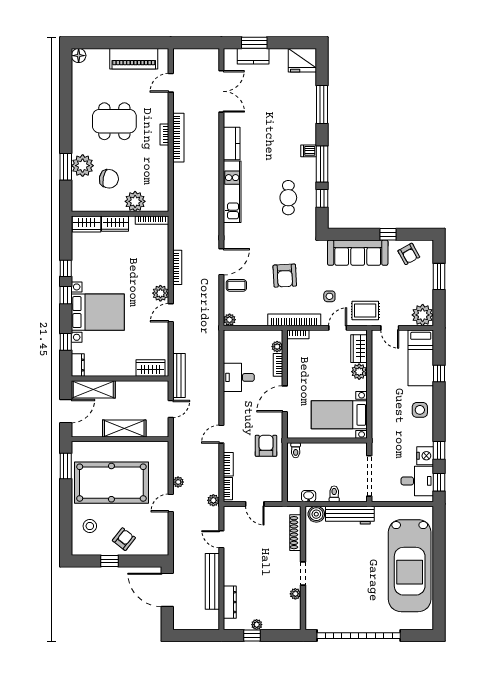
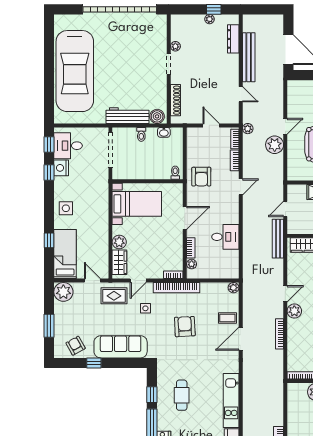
plant: (178, 482) -> (275, 145), width x1.87, depth x1.87
car: (410, 566) -> (75, 71), turned 180

